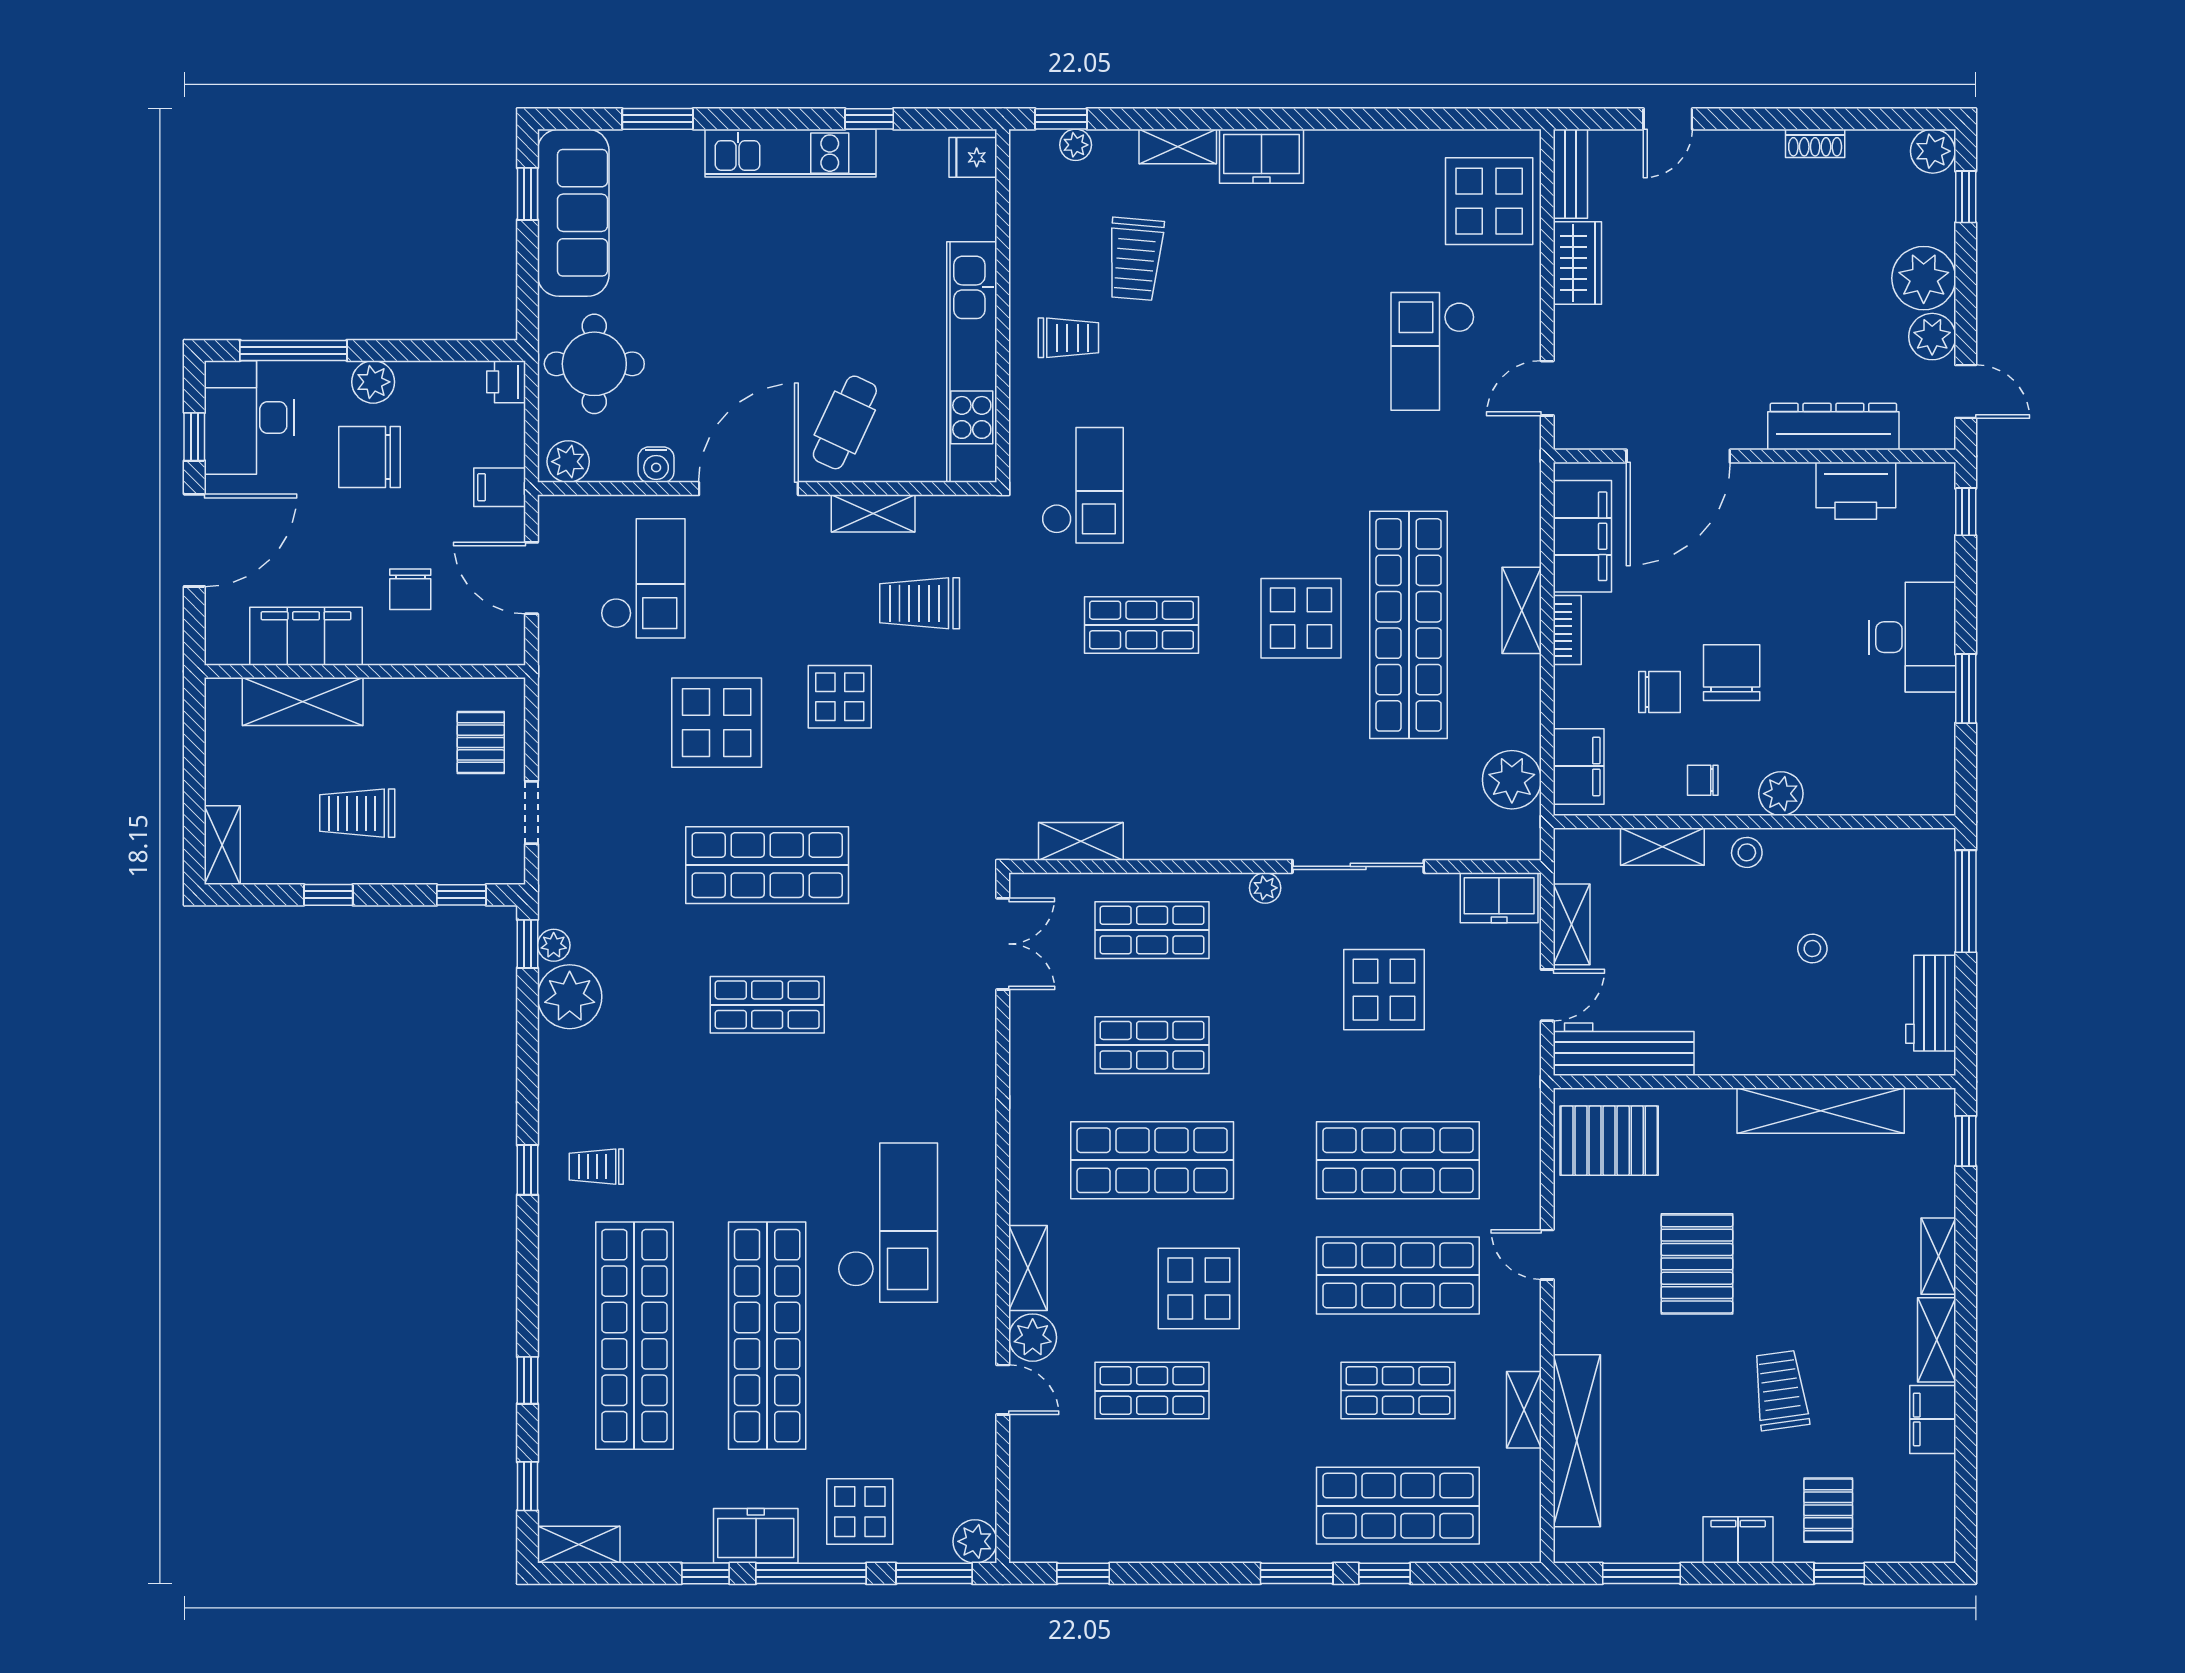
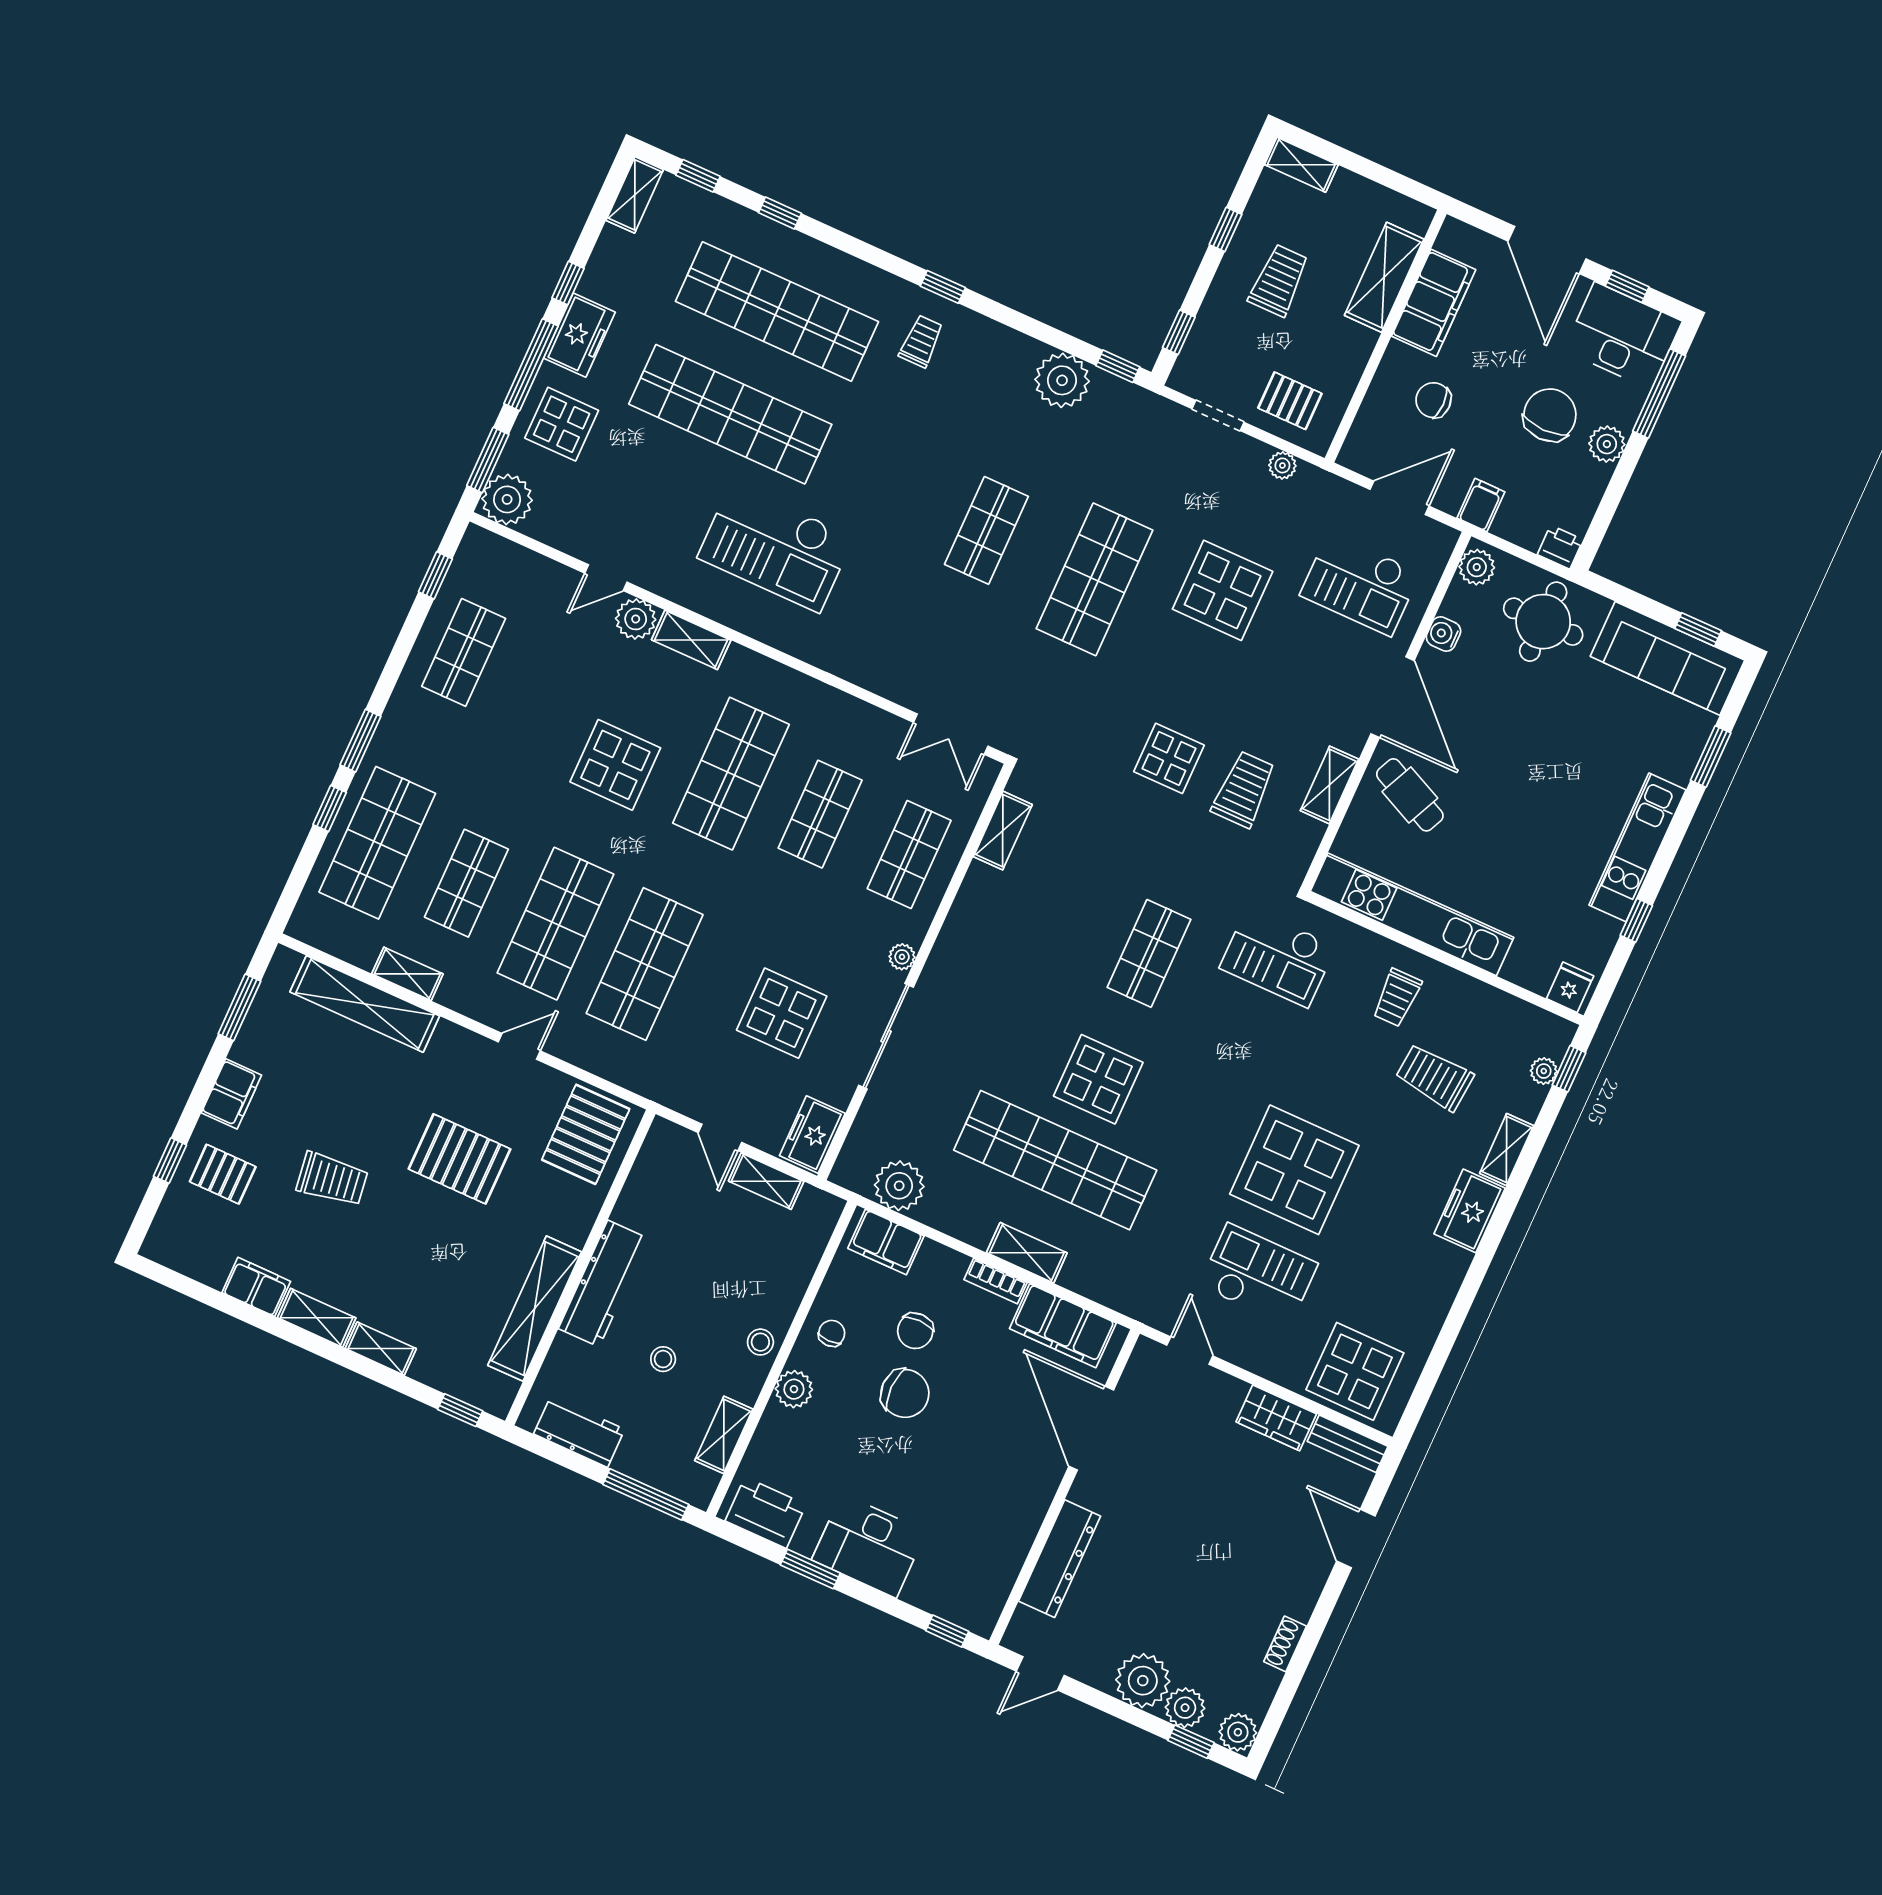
door: (1668, 119) -> (1356, 1539), width x1.38
plant: (1932, 337) -> (1185, 1708), moved
display table: (1303, 364) -> (1294, 1170), added
printer: (1856, 491) -> (766, 1513), moved, turned 90
display table: (840, 697) -> (1169, 758), moved
shelving: (1662, 847) -> (724, 1435), moved
plant: (554, 945) -> (1282, 465), moved
workbench: (1624, 1049) -> (603, 1283), moved
shop shelf: (1152, 1391) -> (464, 652), moved
plant: (975, 1541) -> (507, 499), width x1.36, depth x1.36

